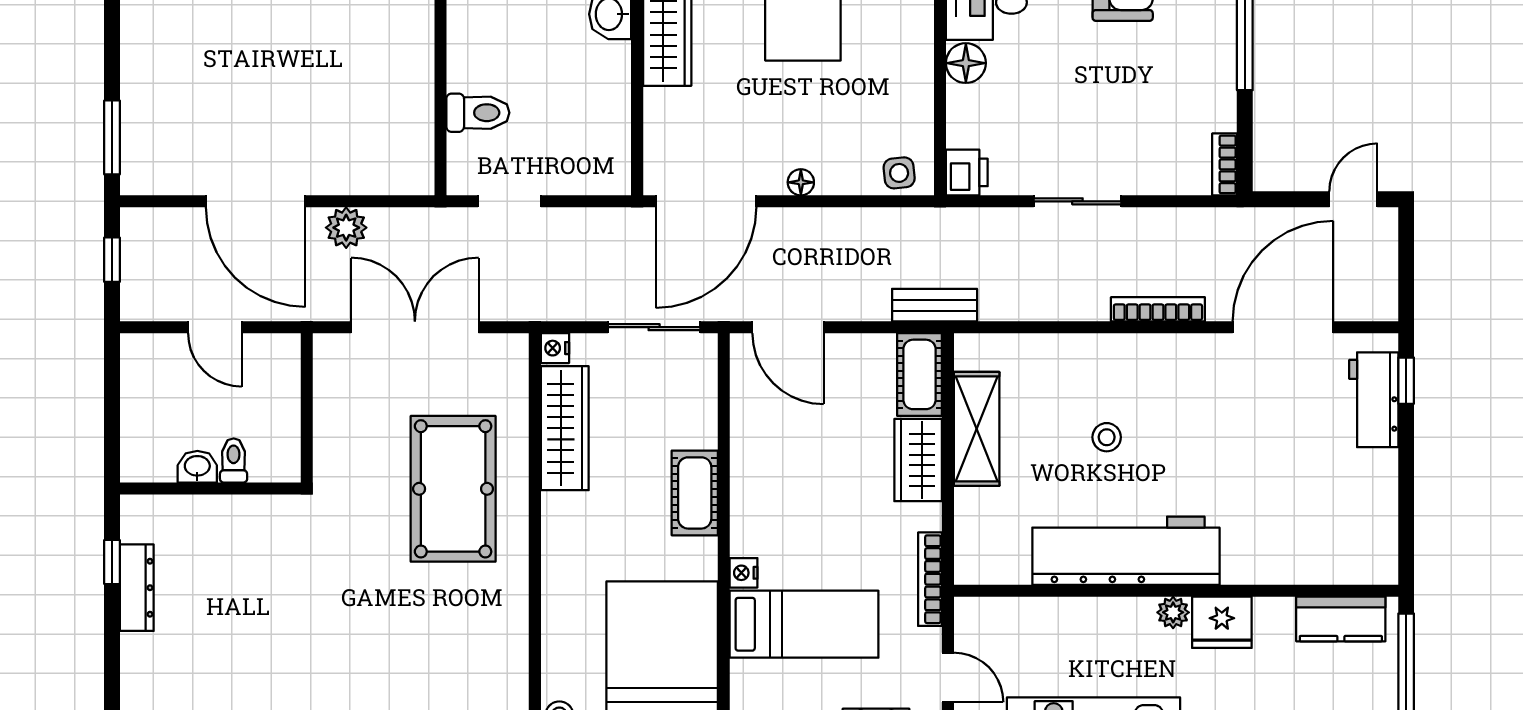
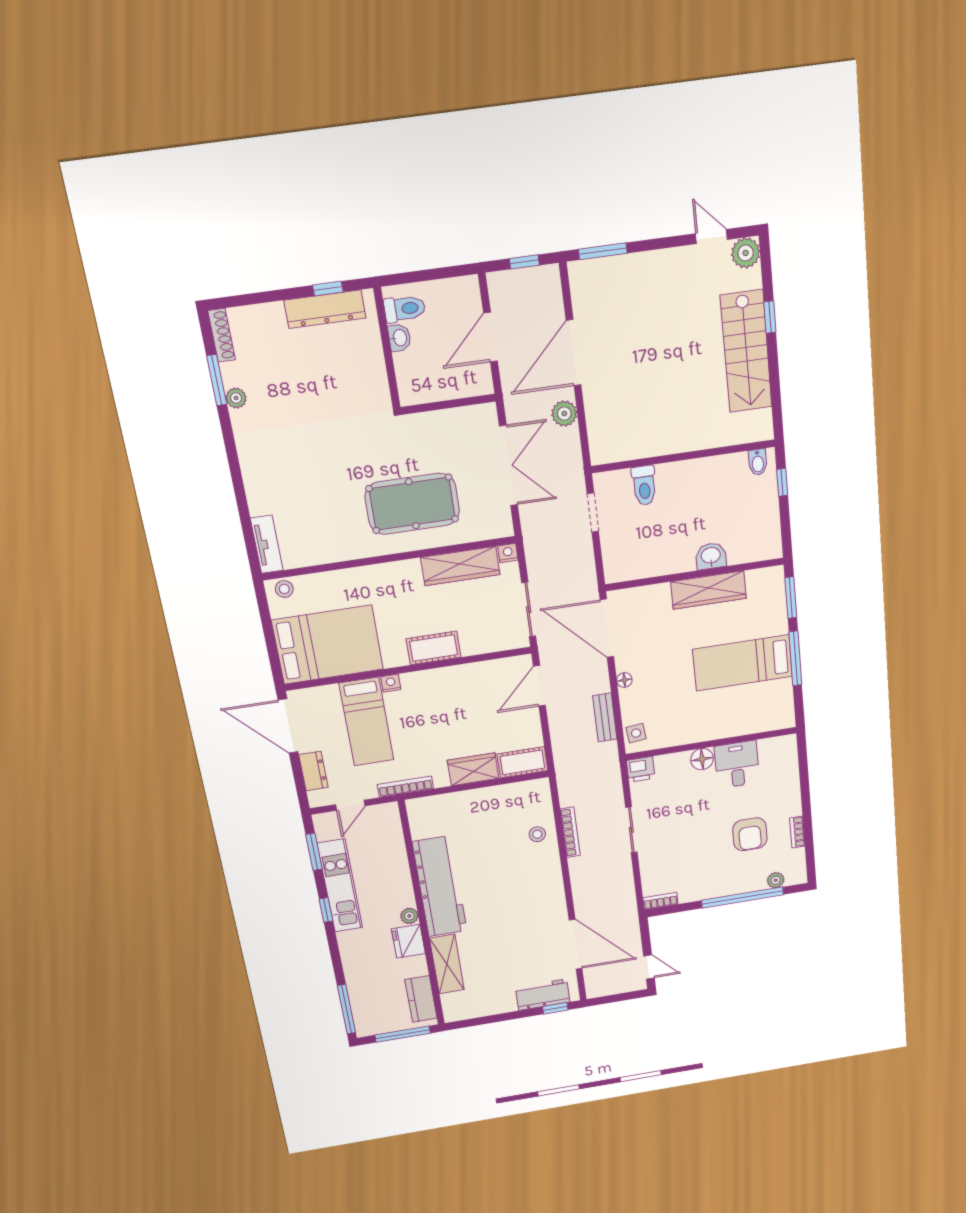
bench: (935, 305) -> (605, 717), moved
bookcase: (1158, 309) -> (570, 832), moved
door: (215, 327) -> (490, 337), width x1.38
shelving: (977, 429) -> (447, 964), moved, turned 90
stool: (1107, 437) -> (537, 834), moved
toilet: (234, 461) -> (405, 309), moved, width x1.37, depth x1.39
dresser: (137, 588) -> (325, 309), width x1.37, depth x1.24

